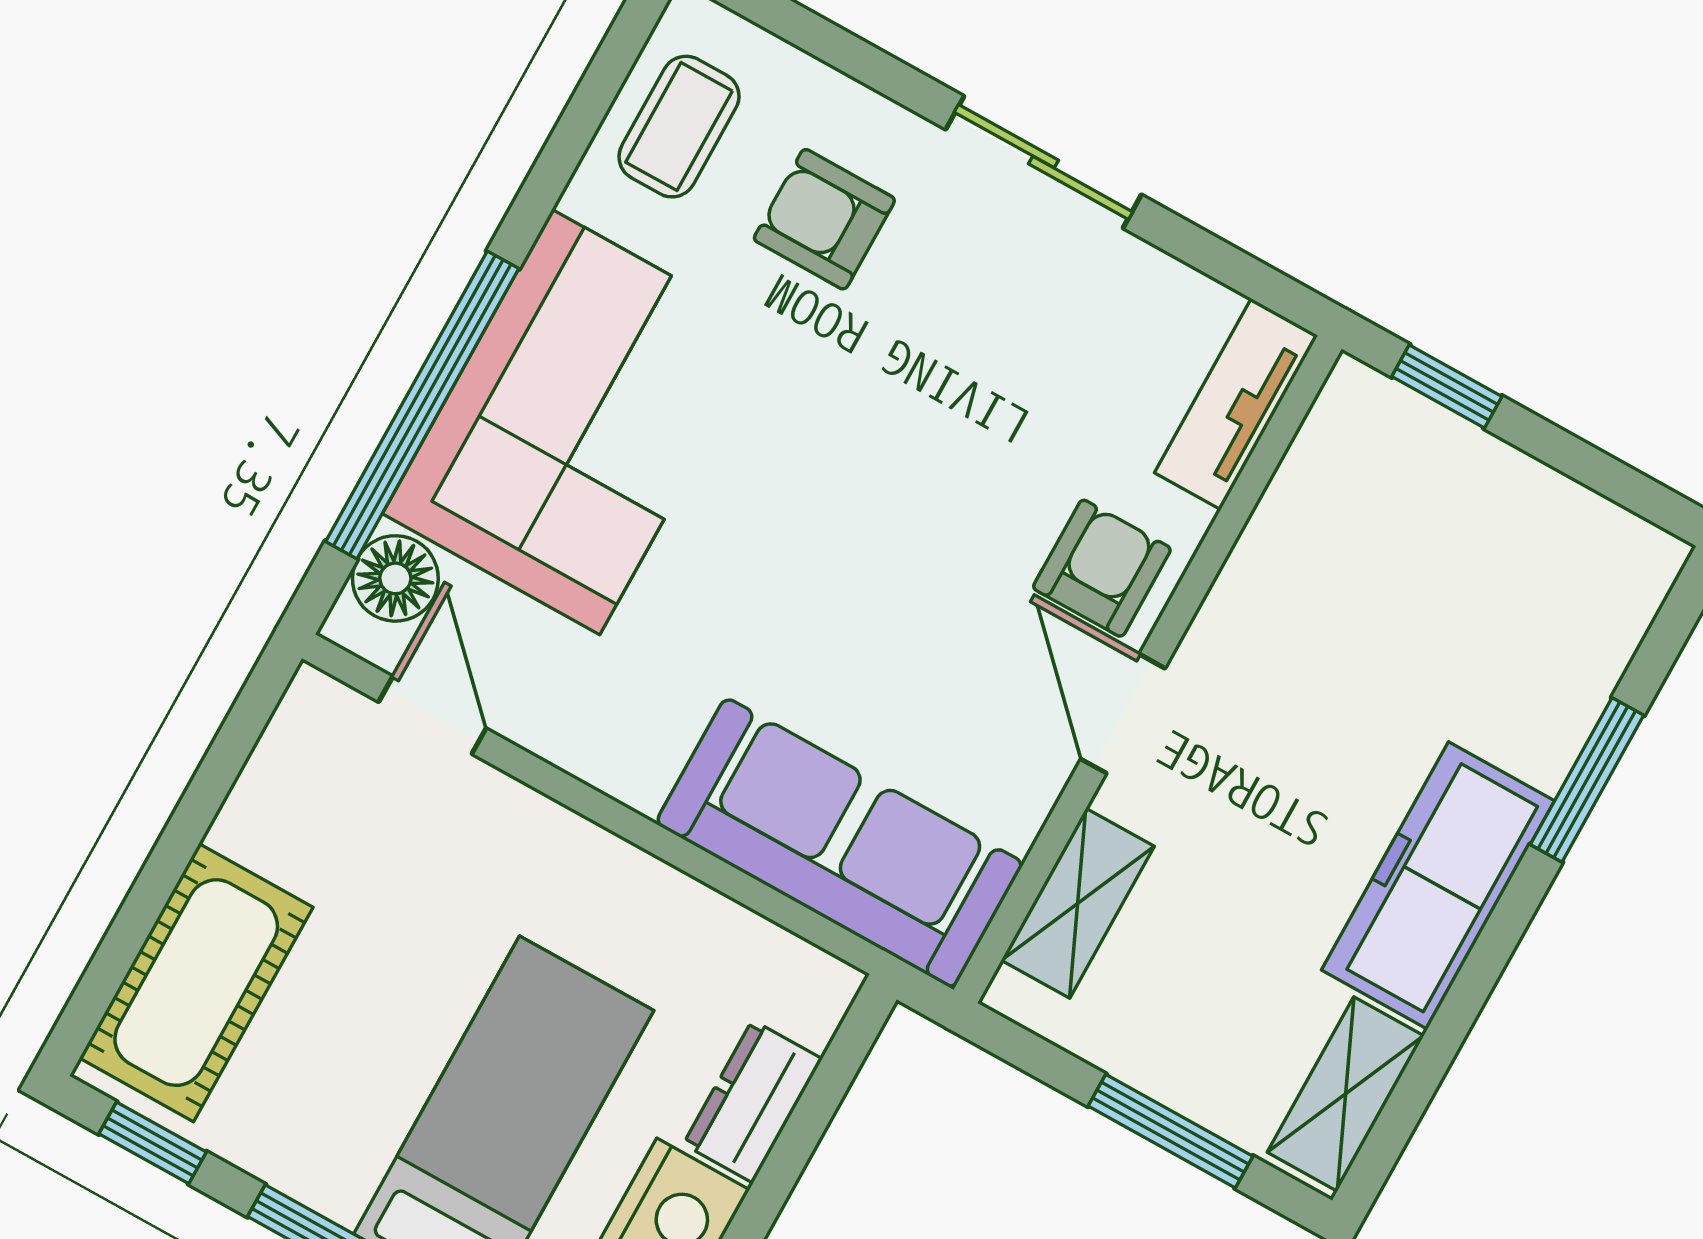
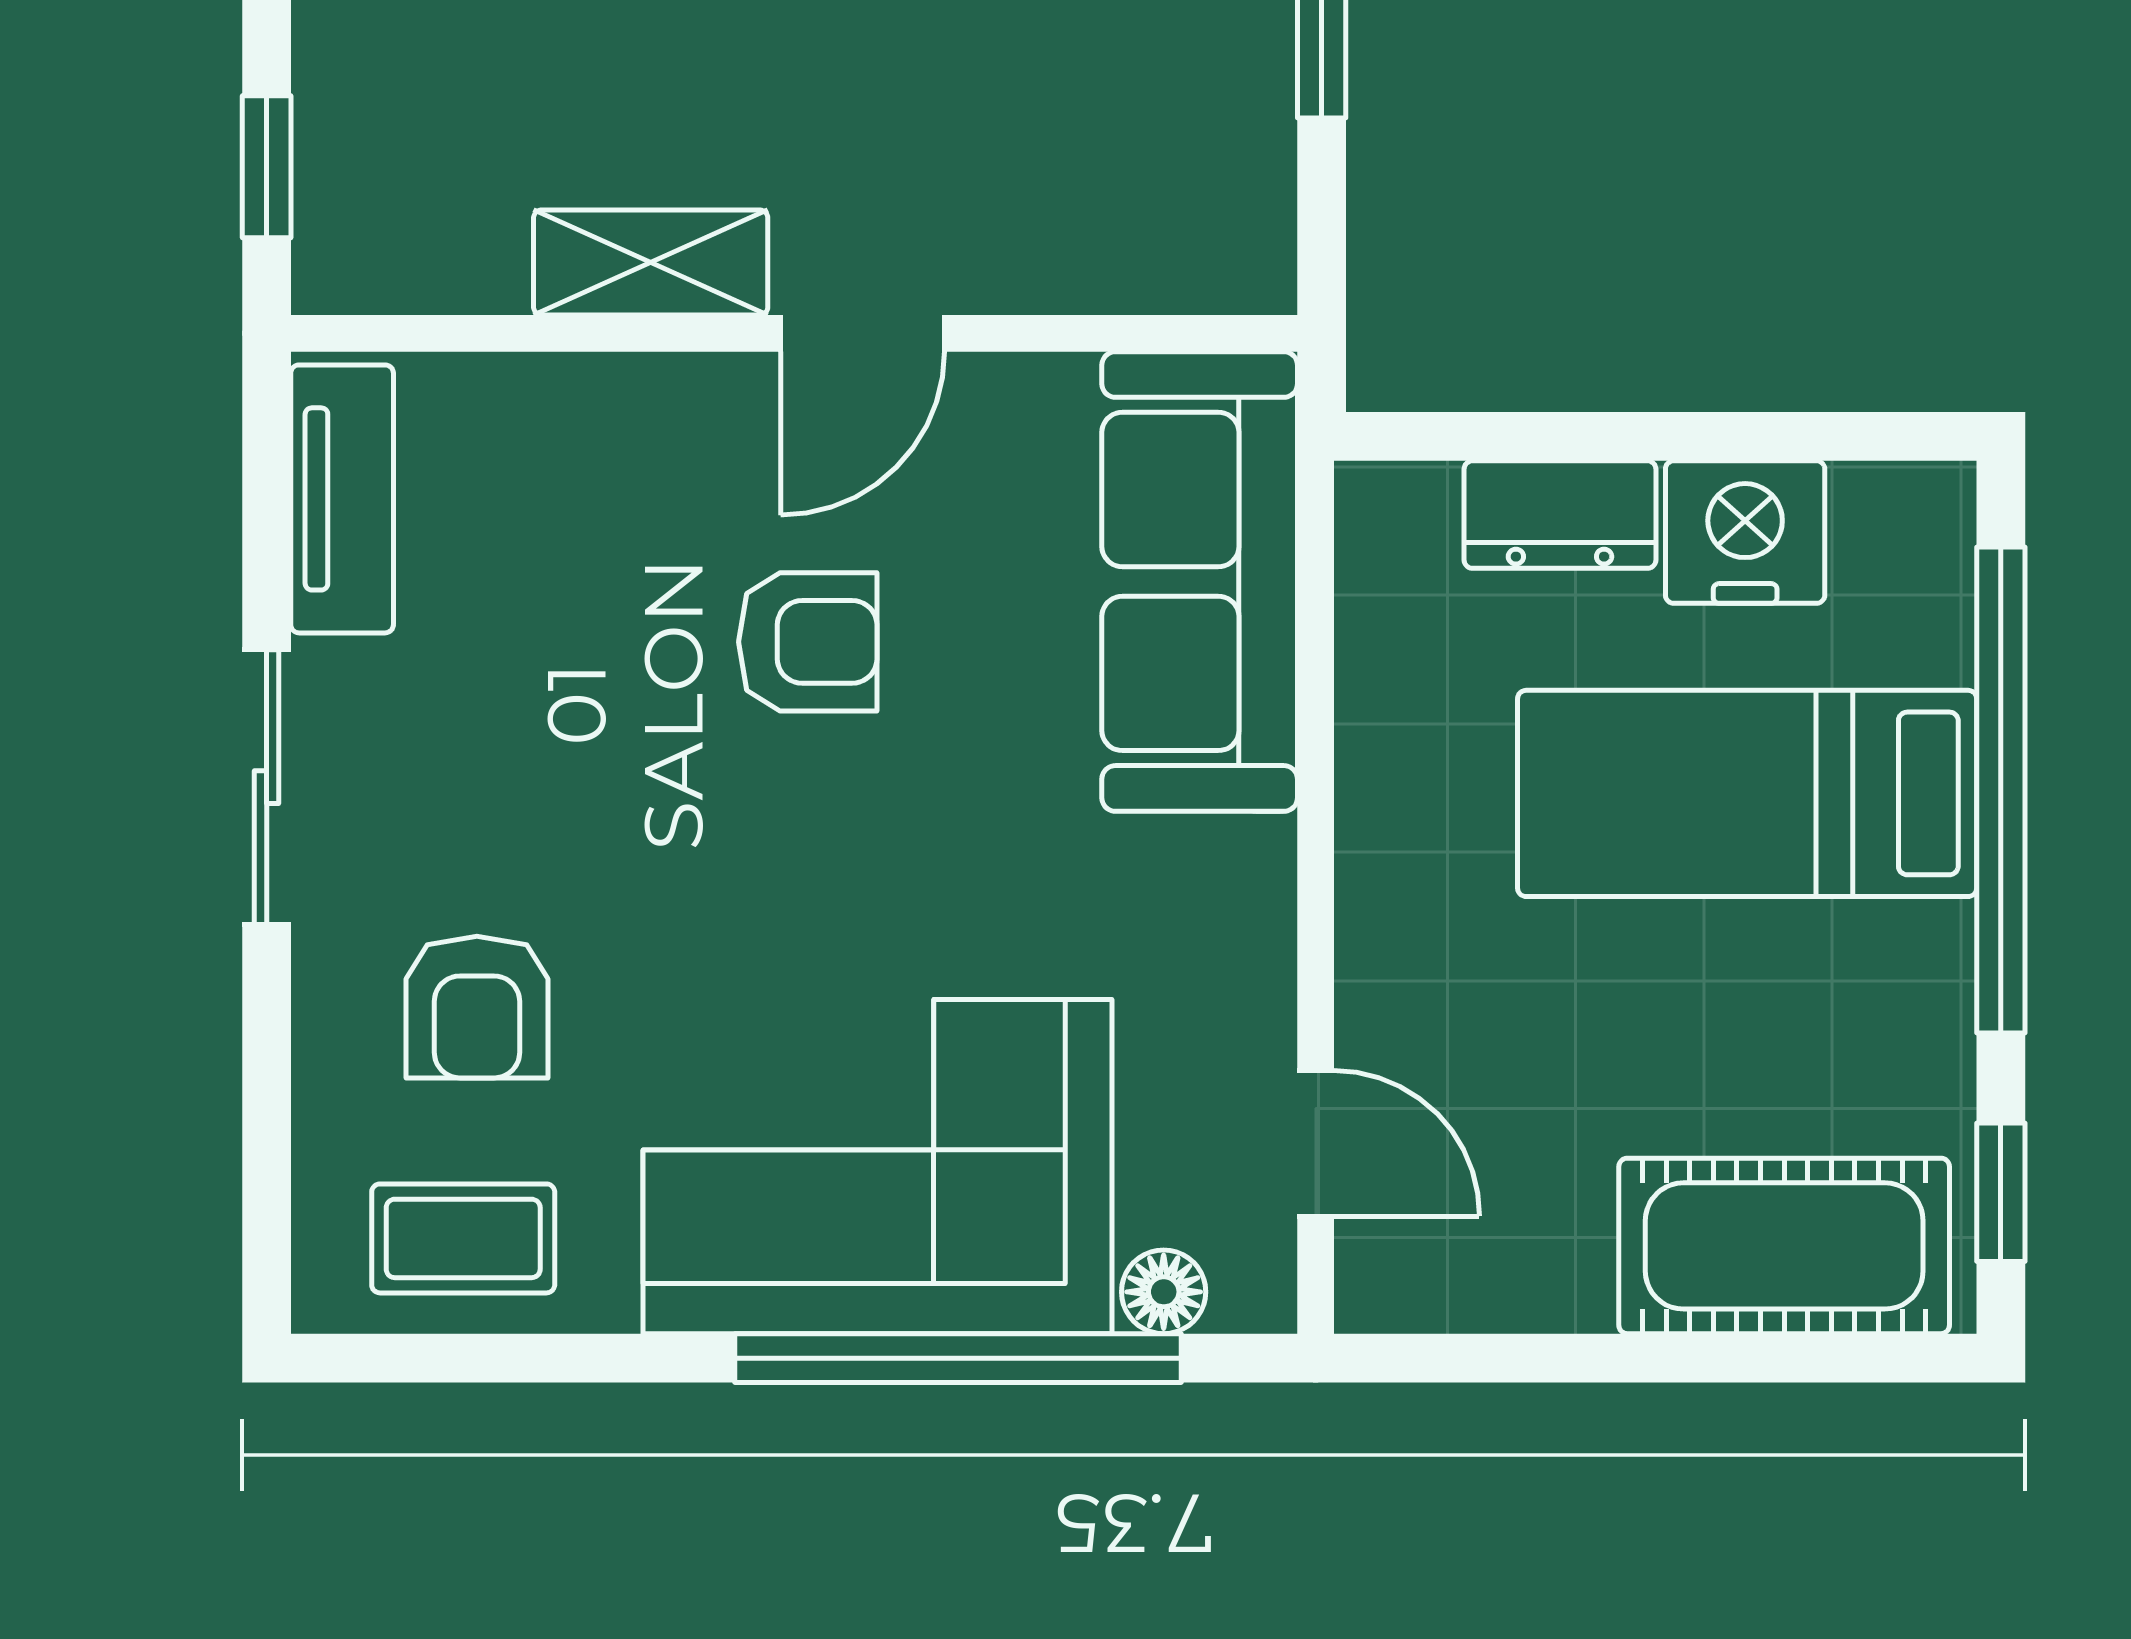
tv unit: (1236, 404) -> (342, 499), moved, turned -90
armchair: (1102, 568) -> (808, 642), moved, turned 180
floor lamp: (395, 578) -> (1164, 1292), width x0.73, depth x0.73
door: (432, 715) -> (1316, 1143), swing flipped
shelving: (1078, 903) -> (651, 262), moved

